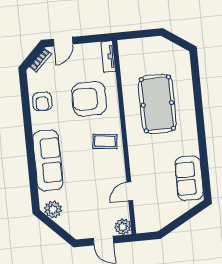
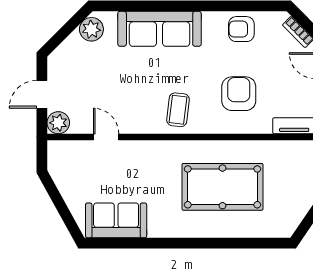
armchair: (89, 99) -> (239, 94), width x0.73, depth x0.73

